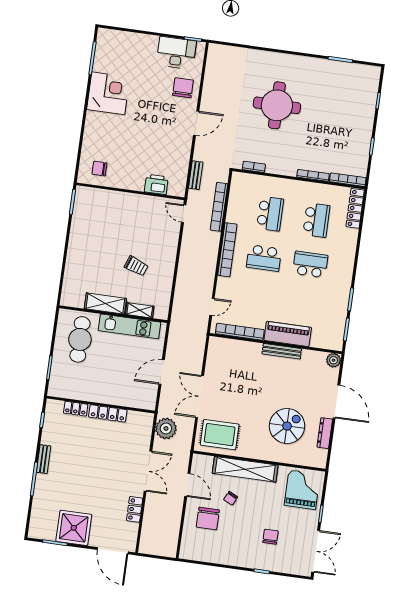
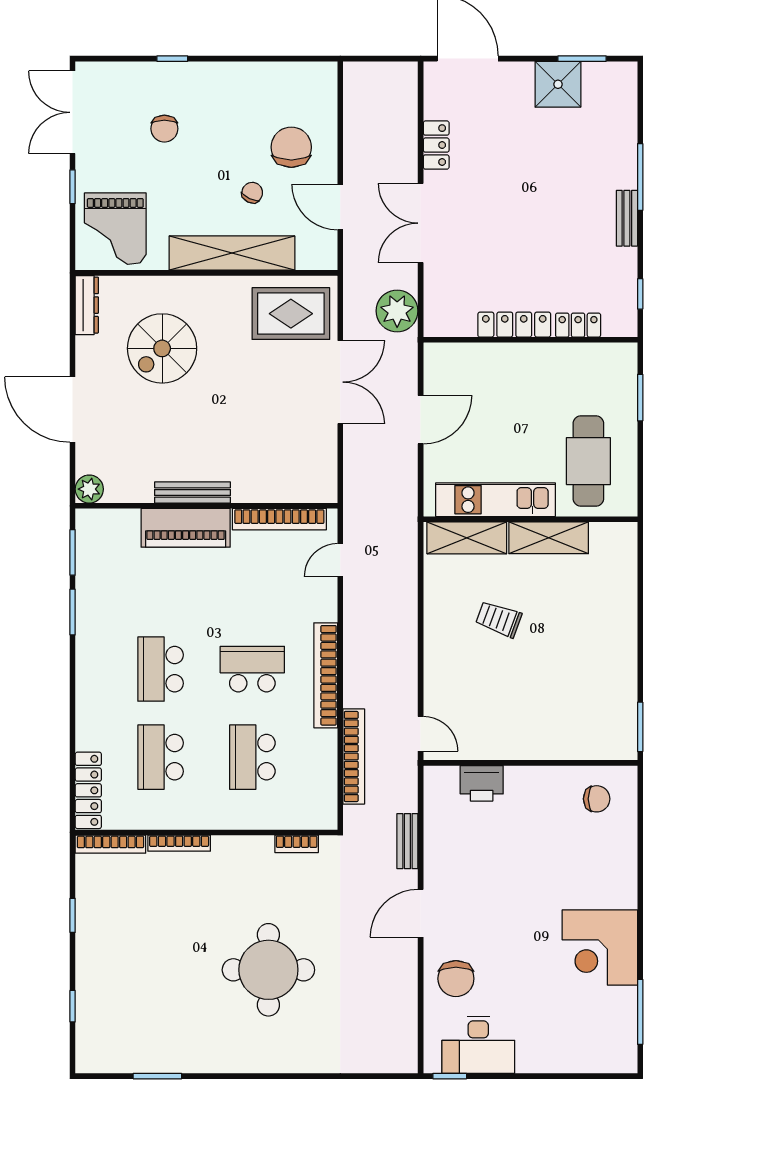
bench: (196, 175) -> (407, 841), moved
school desk: (310, 264) -> (161, 669), turned 90
shelving: (140, 310) -> (467, 538), width x1.50, depth x1.33
dresser: (325, 433) -> (87, 305), moved
shower: (74, 528) -> (558, 84), width x0.73, depth x0.73

